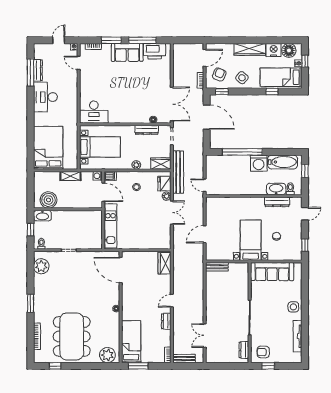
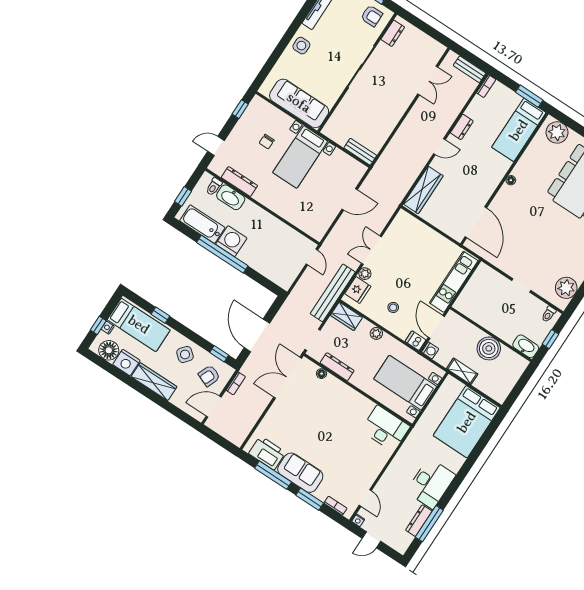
window: (242, 152) -> (222, 254), moved
boiler: (48, 200) -> (489, 348), moved
wardrobe: (164, 263) -> (423, 190), width x1.50

